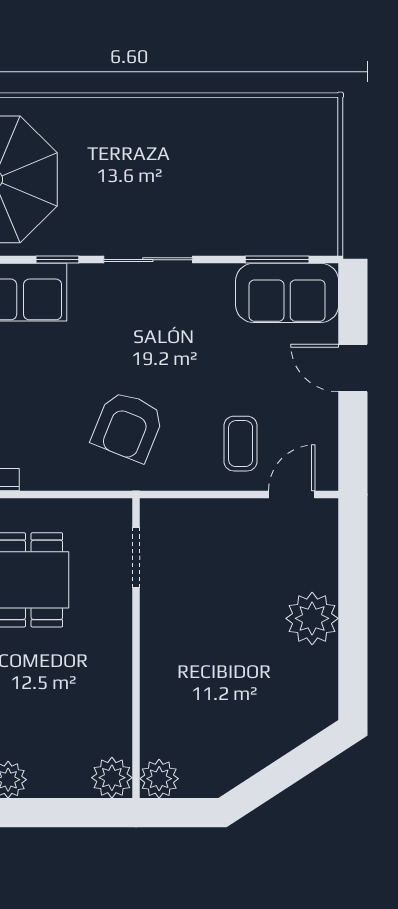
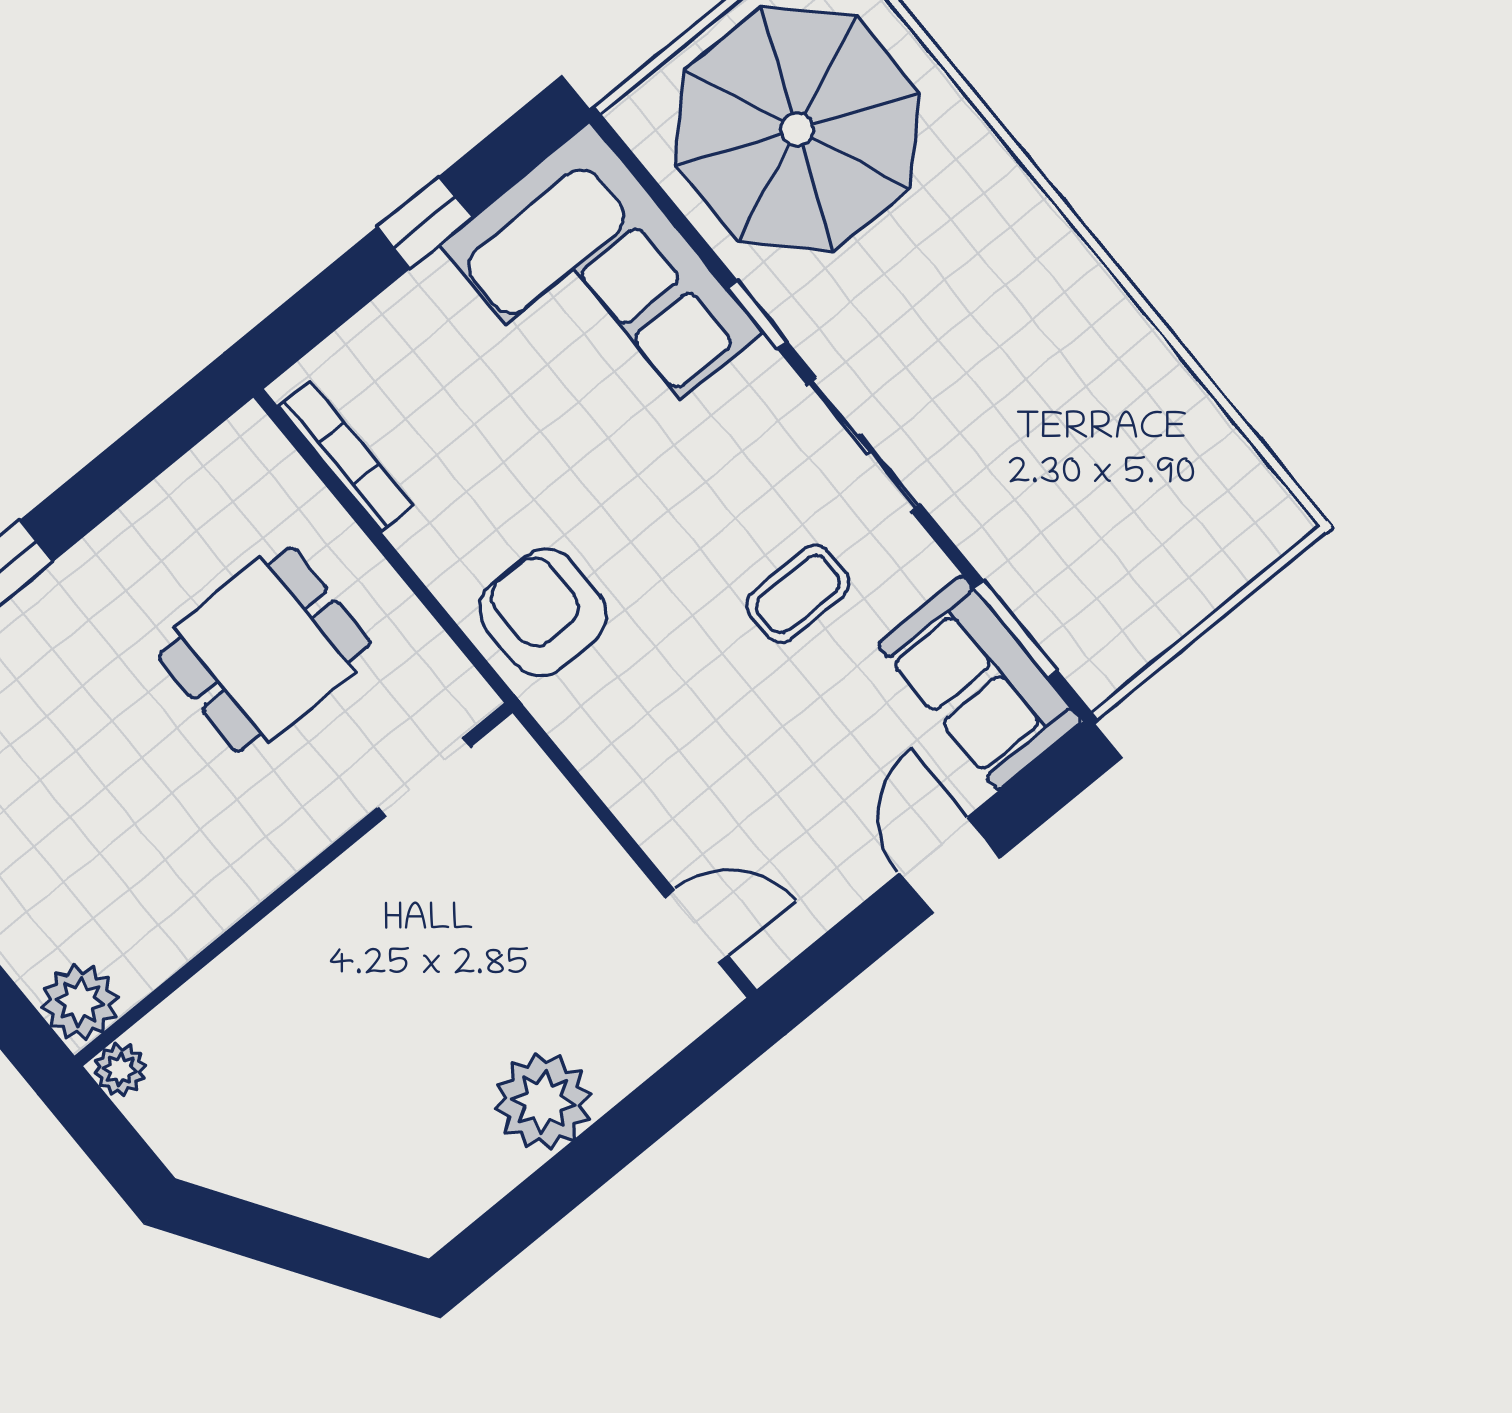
armchair: (128, 426) -> (543, 612), moved, turned 68
coffee table: (241, 444) -> (798, 594), moved
plant: (159, 779) -> (120, 1070), width x0.73, depth x0.73

